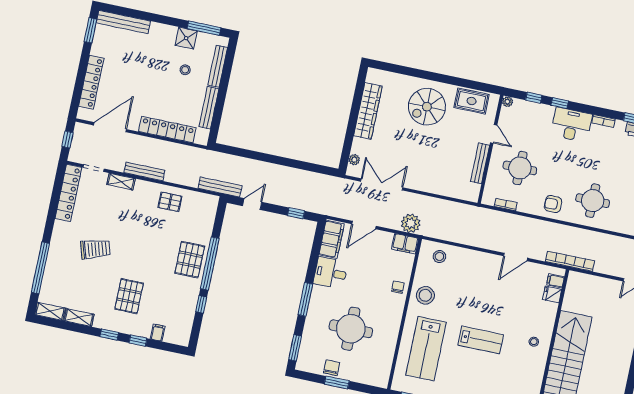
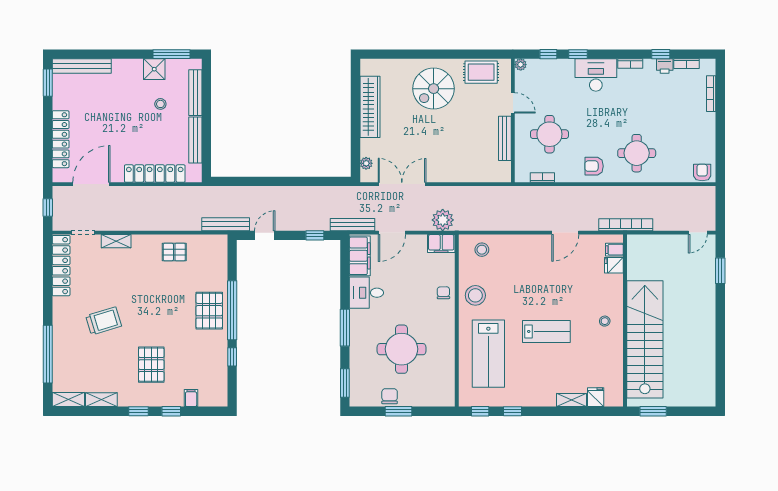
bench: (144, 171) -> (352, 225), moved

